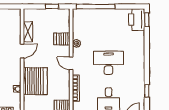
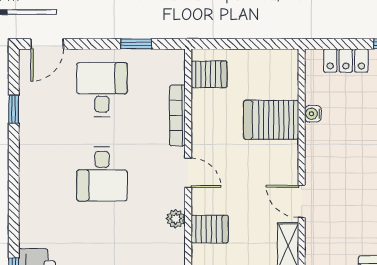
door: (22, 51) -> (302, 201), hinge flipped
desk: (109, 63) -> (102, 174), width x0.73
server rack: (35, 81) -> (271, 120), width x0.62

